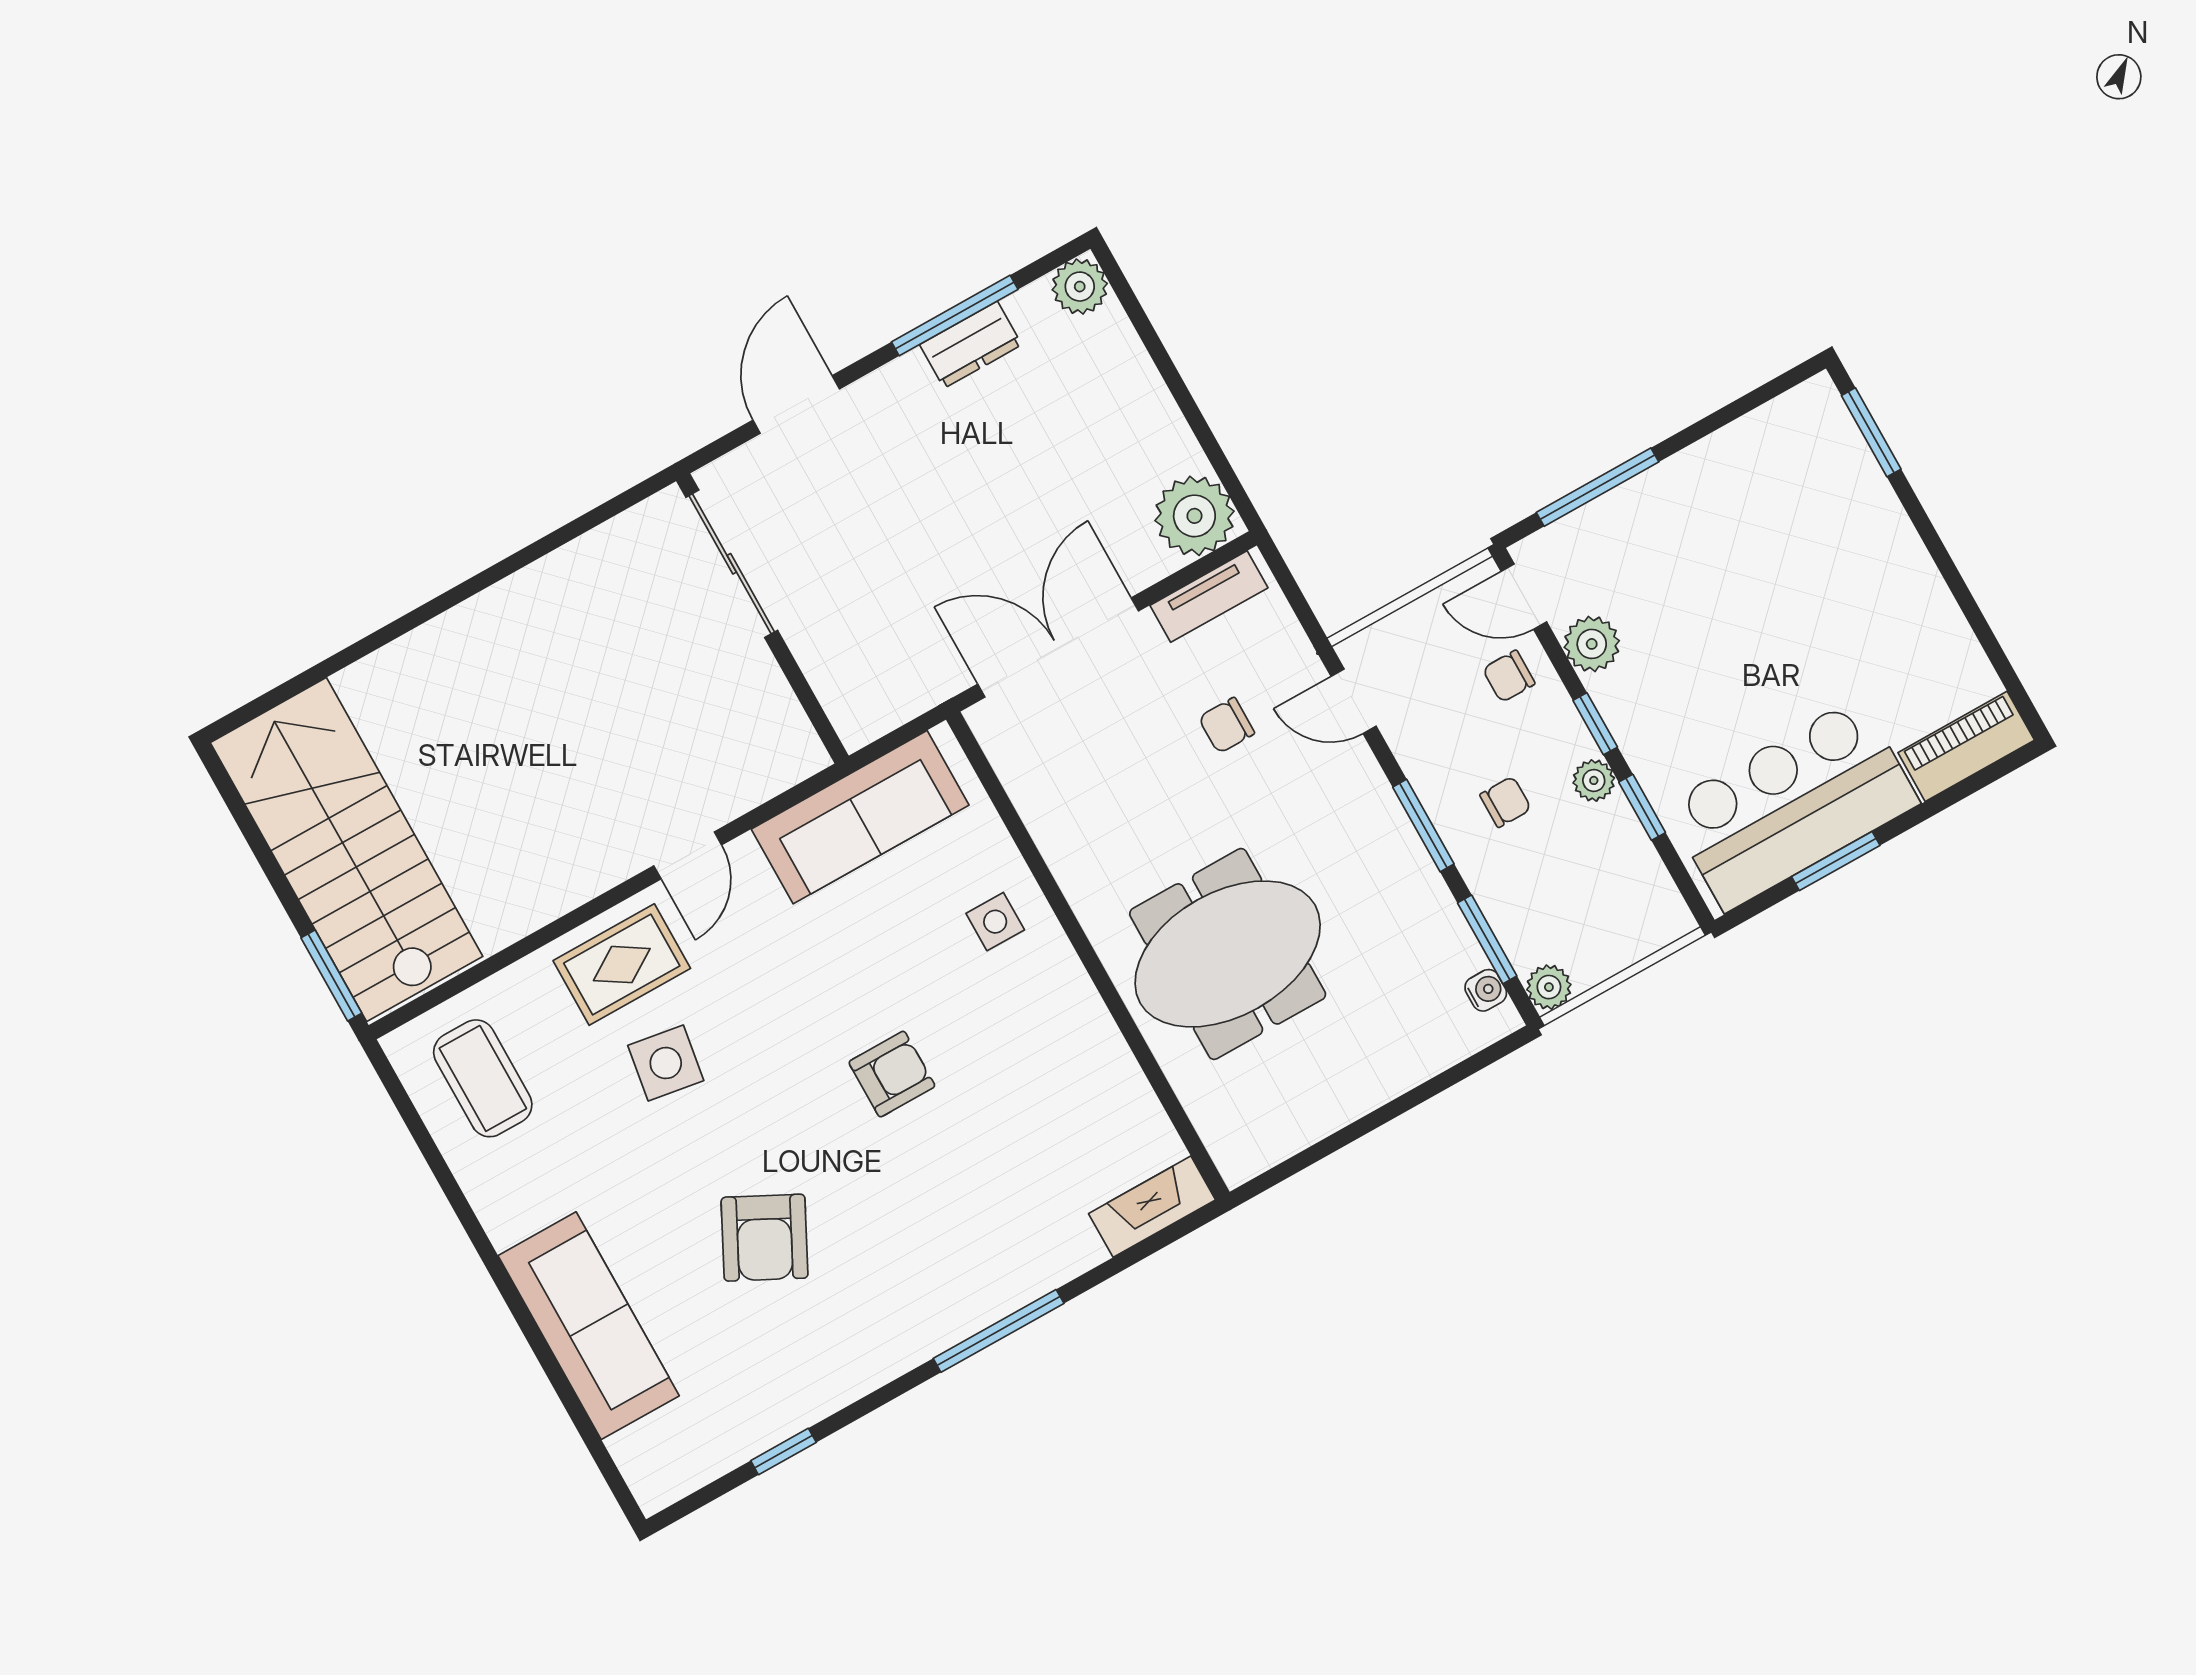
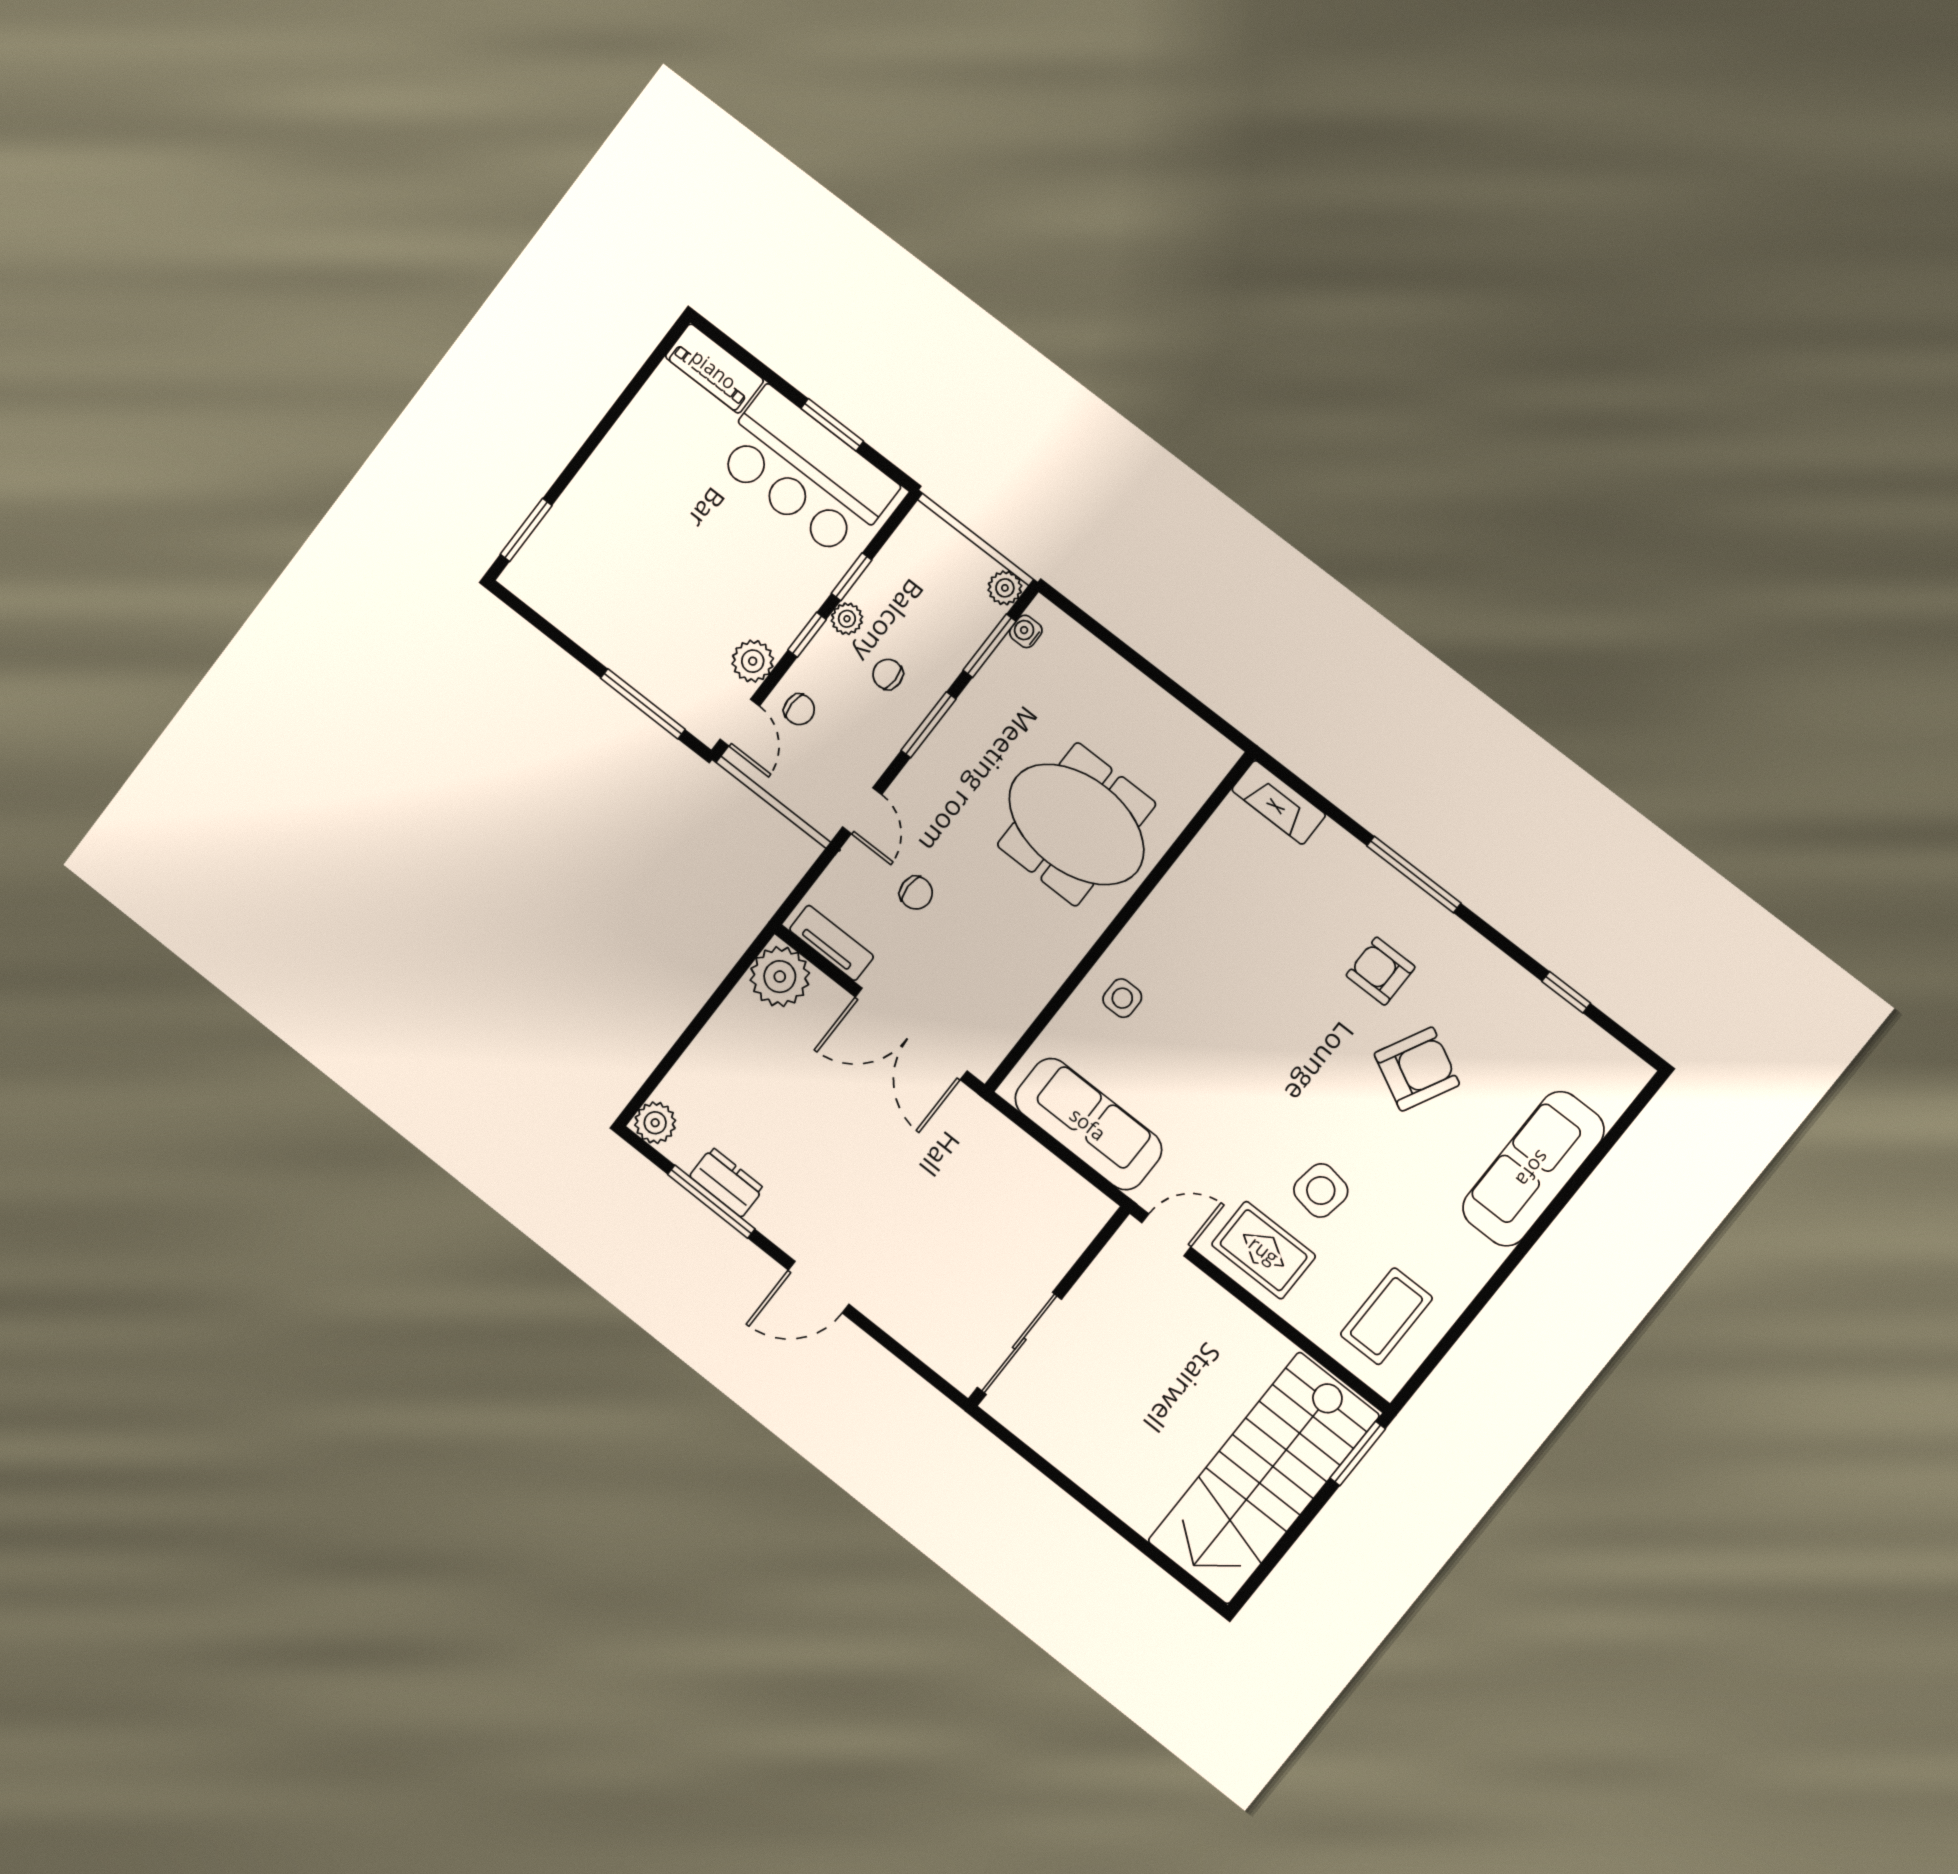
sliding door: (732, 564) -> (1019, 1344), moved
wall: (762, 618) -> (1049, 1306), moved
armchair: (892, 1074) -> (1381, 971), moved

